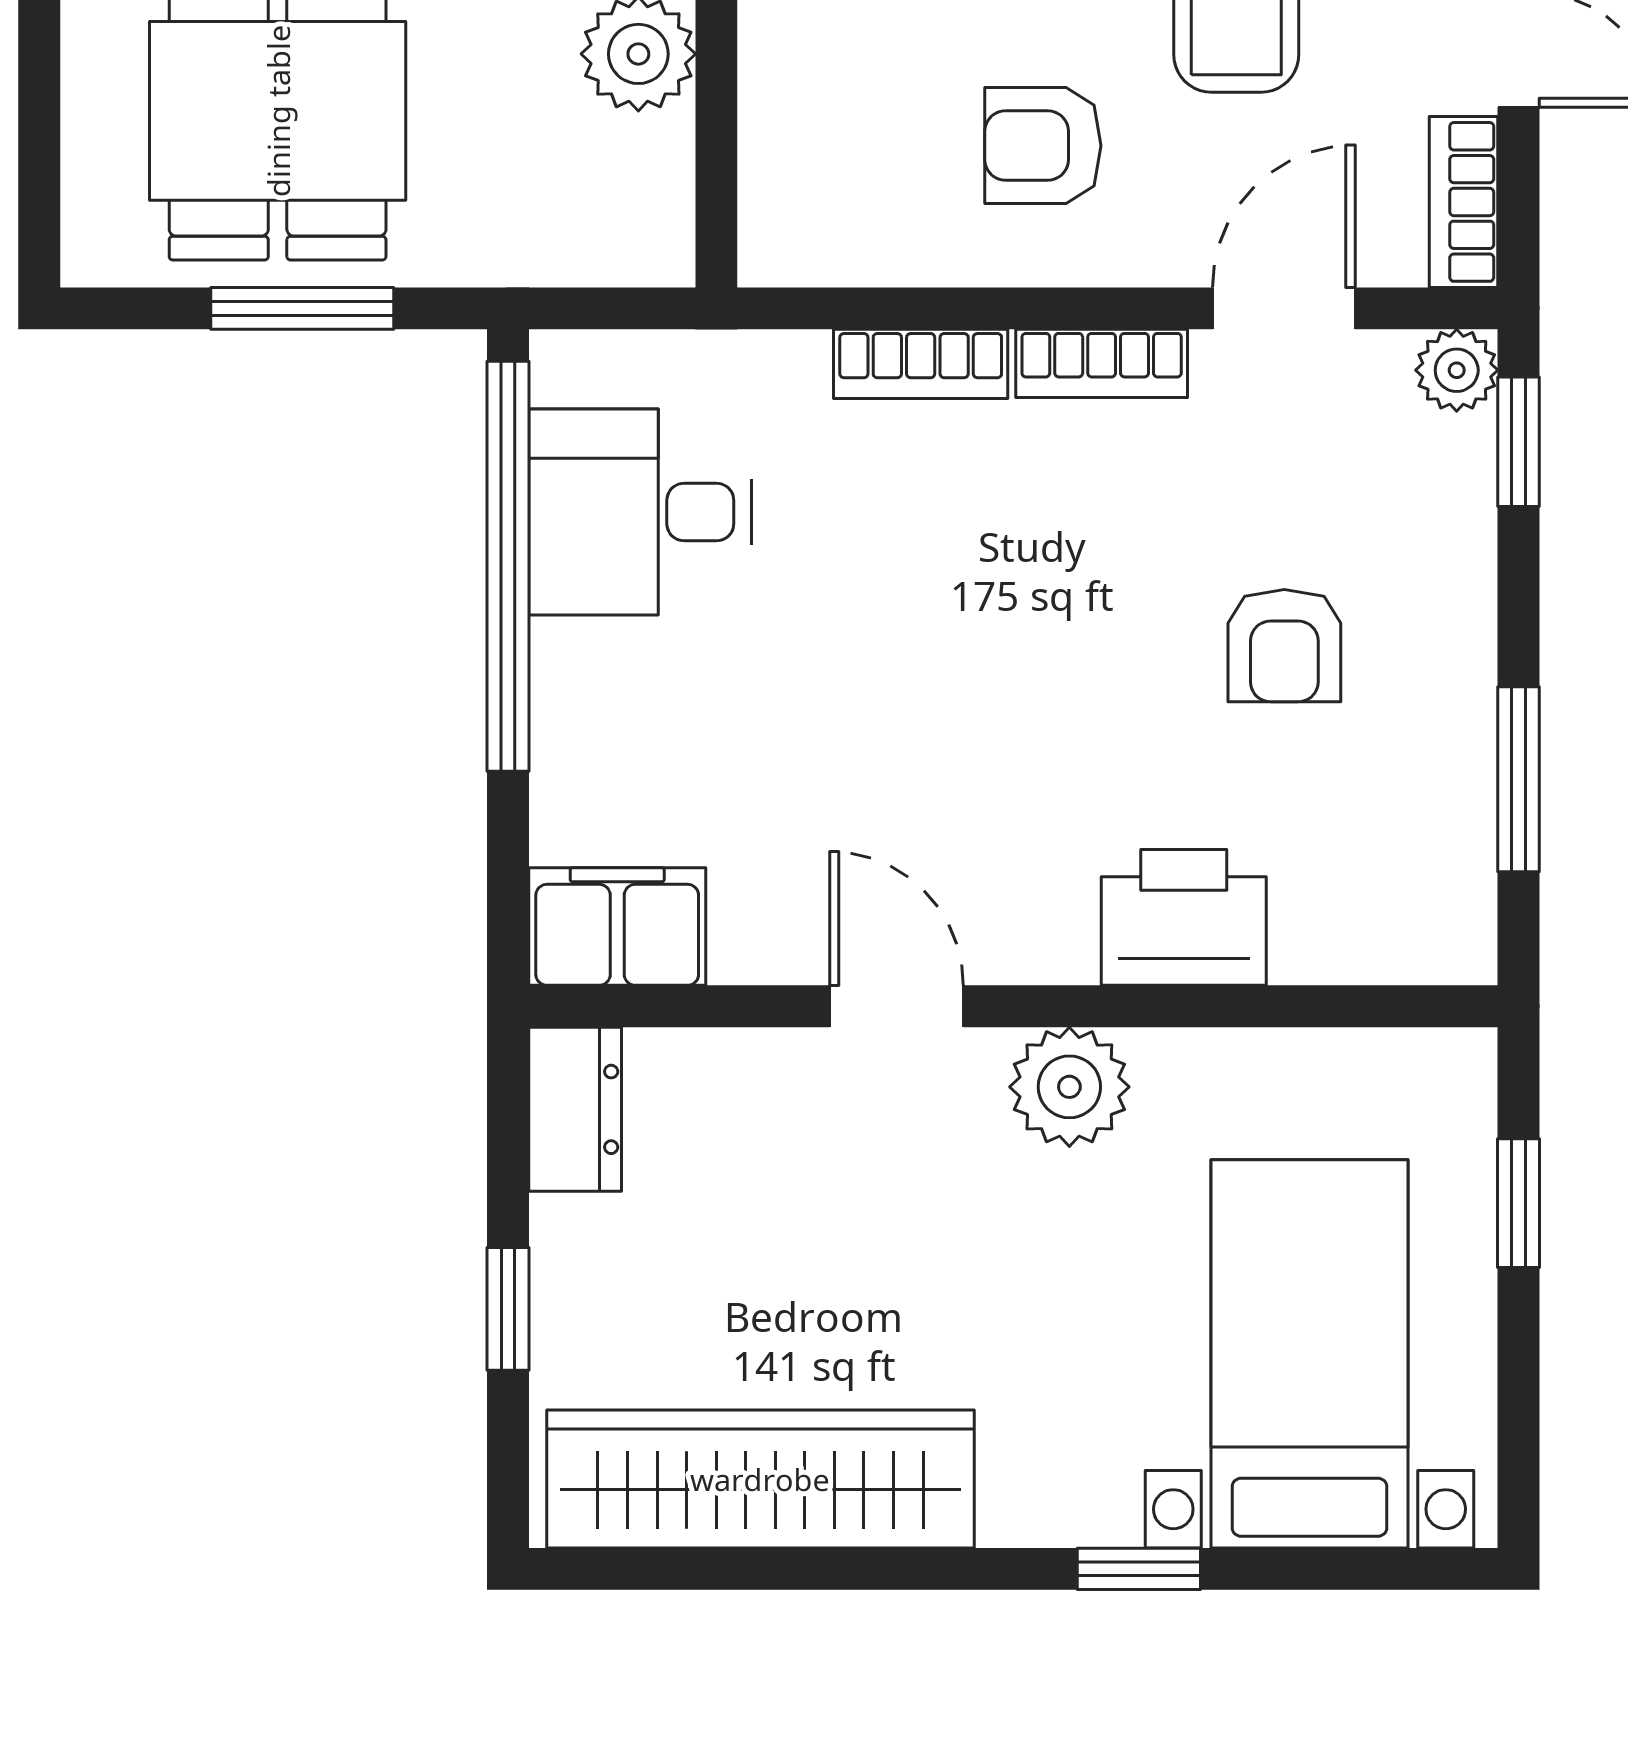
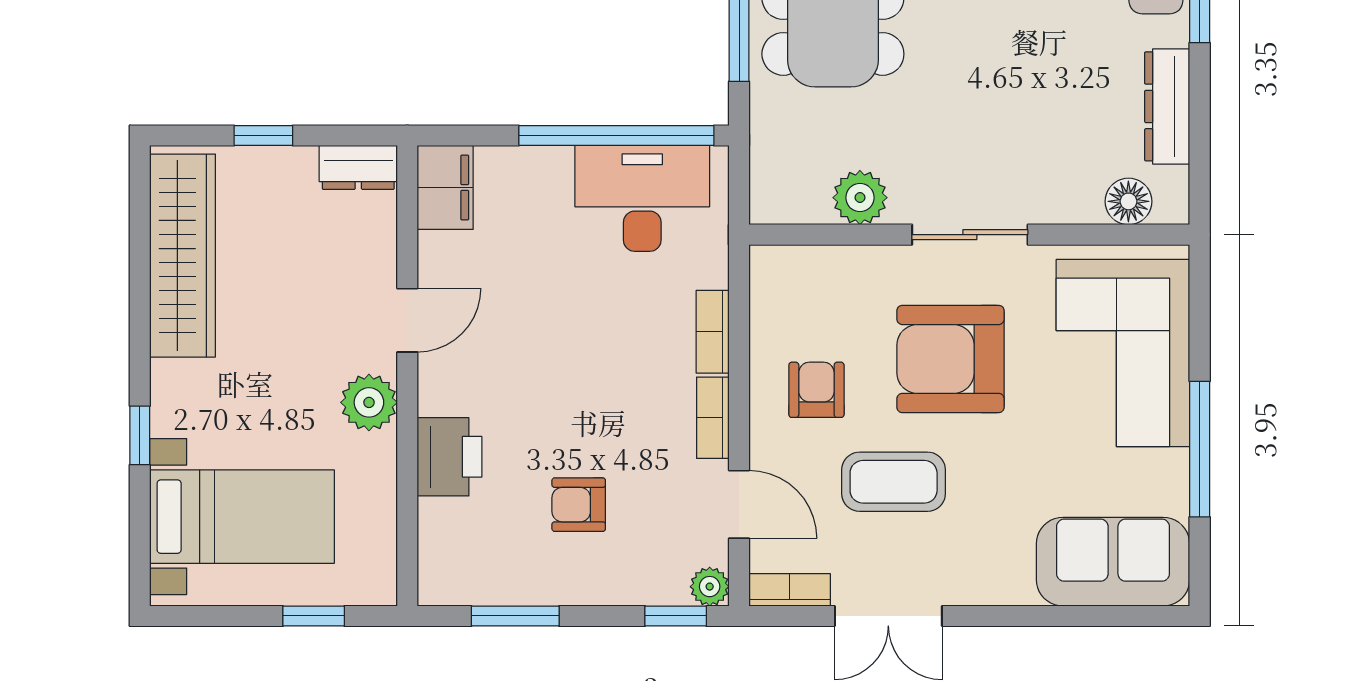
desk: (640, 512) -> (642, 198), width x1.37

